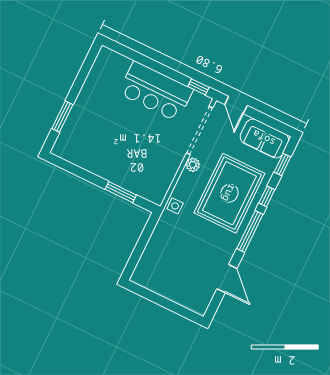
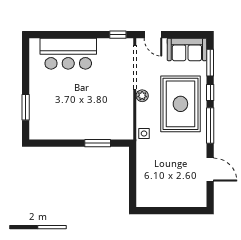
bar counter: (156, 91) -> (68, 54), moved
window: (282, 165) -> (210, 63), width x1.50

